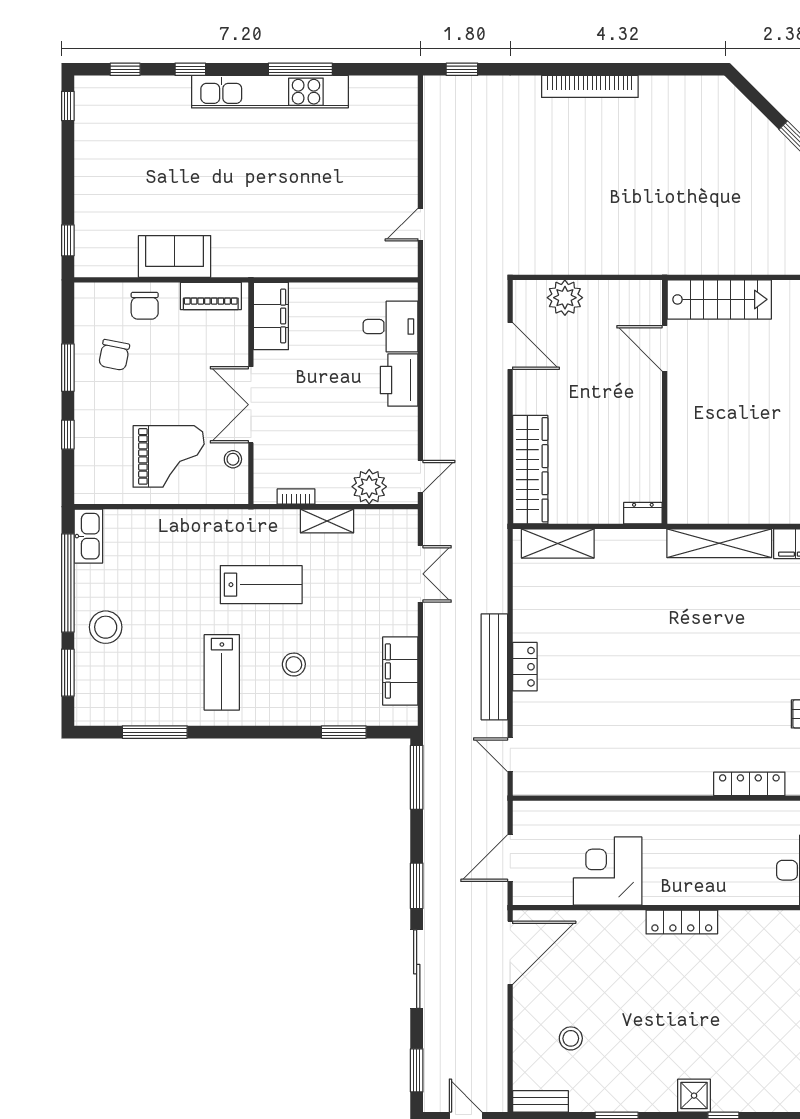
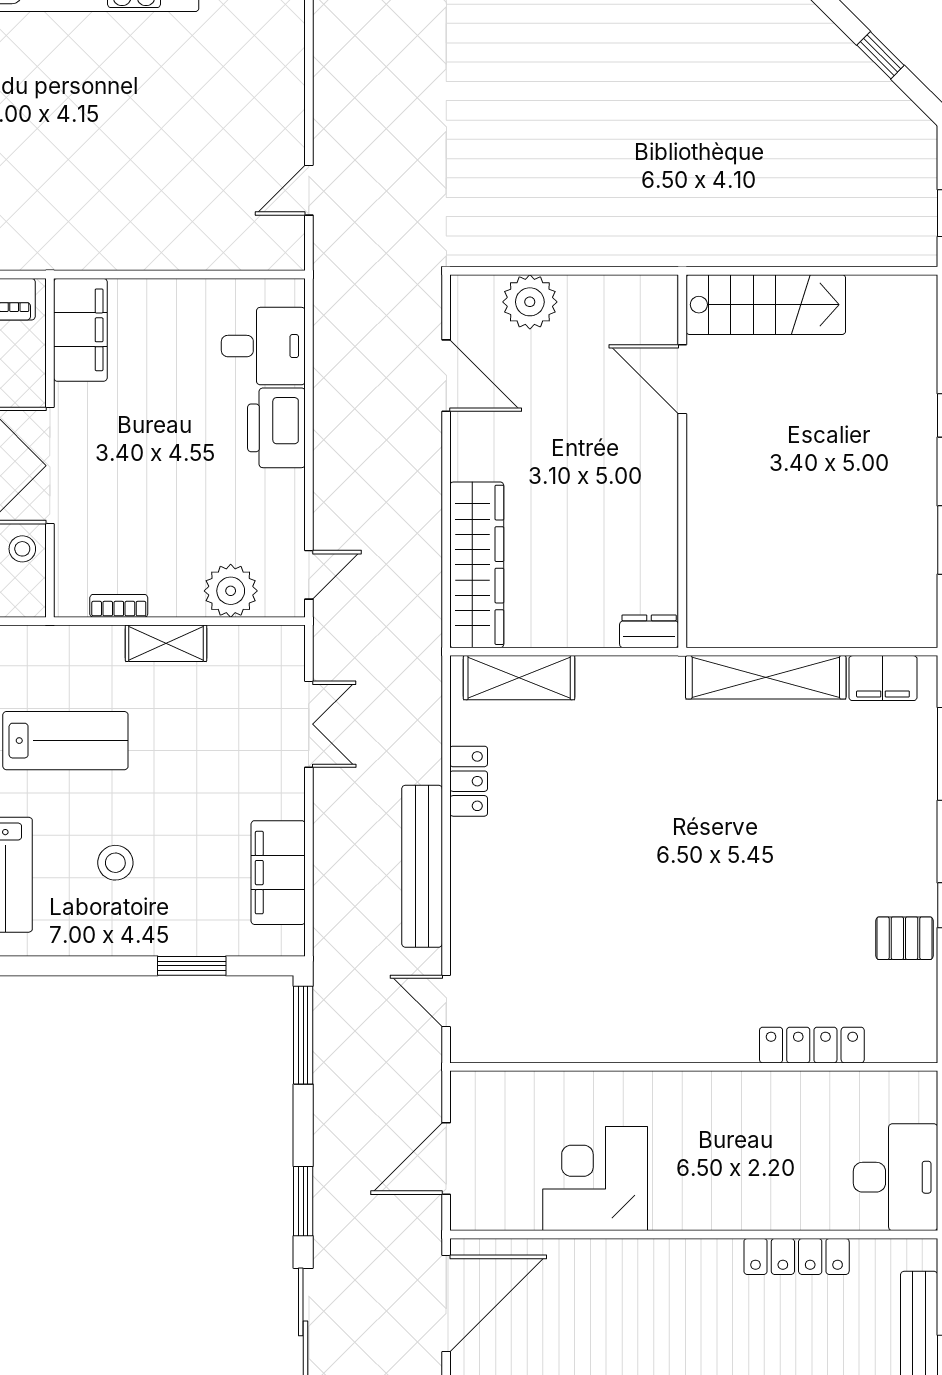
locker: (525, 667) -> (469, 781), moved
locker: (682, 922) -> (797, 1256), moved

